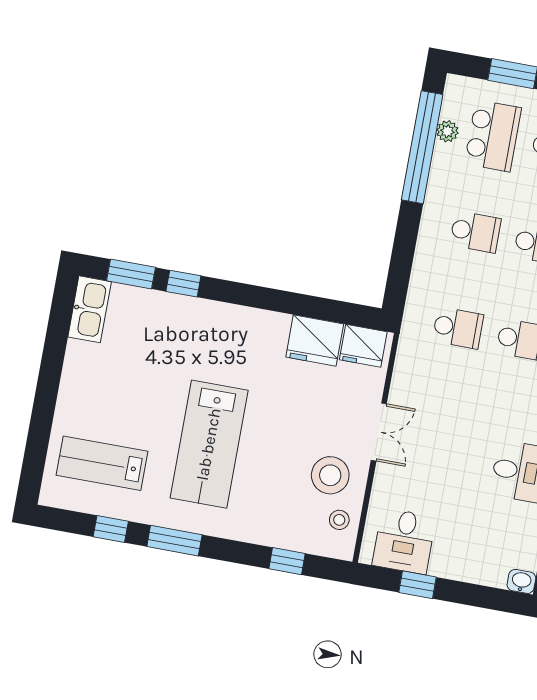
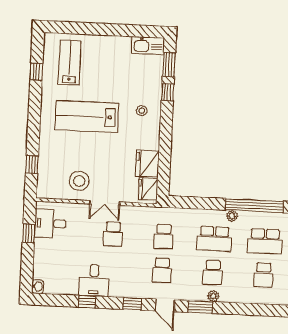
plant: (447, 131) -> (232, 216), moved
school desk: (475, 232) -> (214, 239), width x1.85
school desk: (440, 424) -> (113, 234), added
stool: (339, 520) -> (142, 111), moved
window: (174, 541) -> (35, 105), removed

